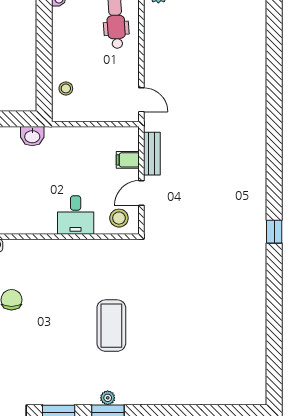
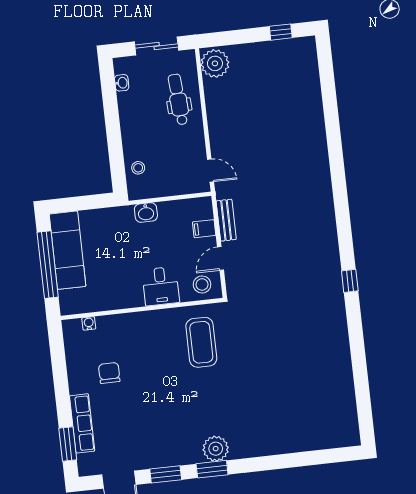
washbasin: (32, 136) -> (146, 213), moved
coffee table: (111, 326) -> (201, 342), moved
plant: (108, 398) -> (216, 449), width x1.87, depth x1.87

